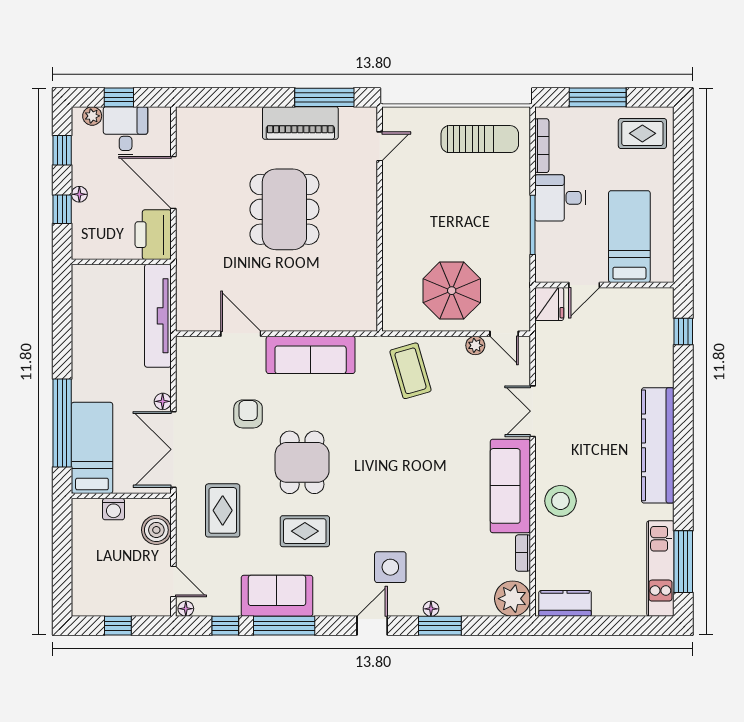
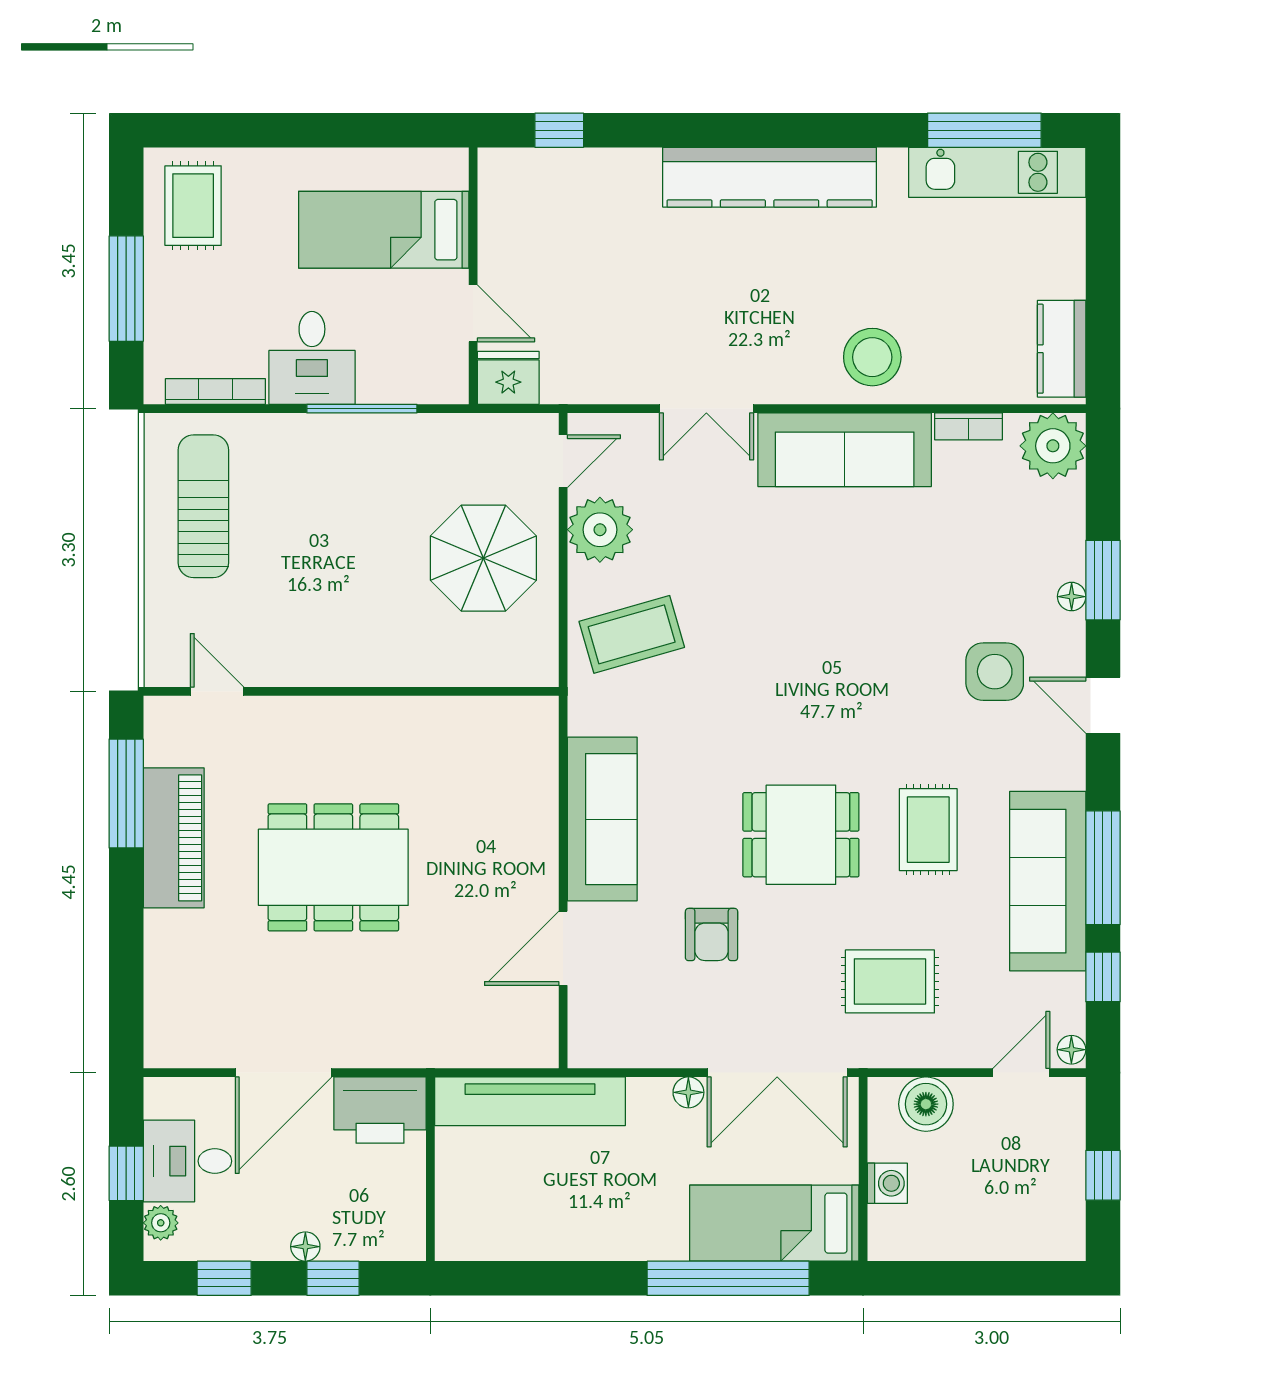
plant: (475, 345) -> (600, 530), width x1.88, depth x1.88
armchair: (248, 414) -> (712, 935), turned -90
sofa: (277, 596) -> (1048, 881), width x1.36

